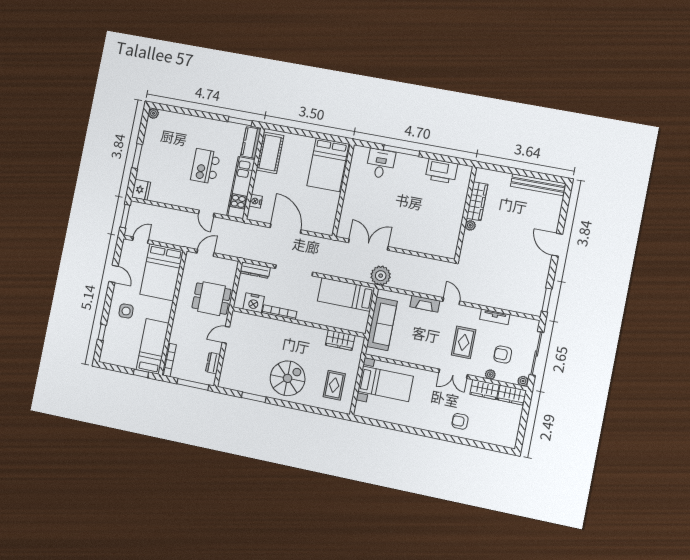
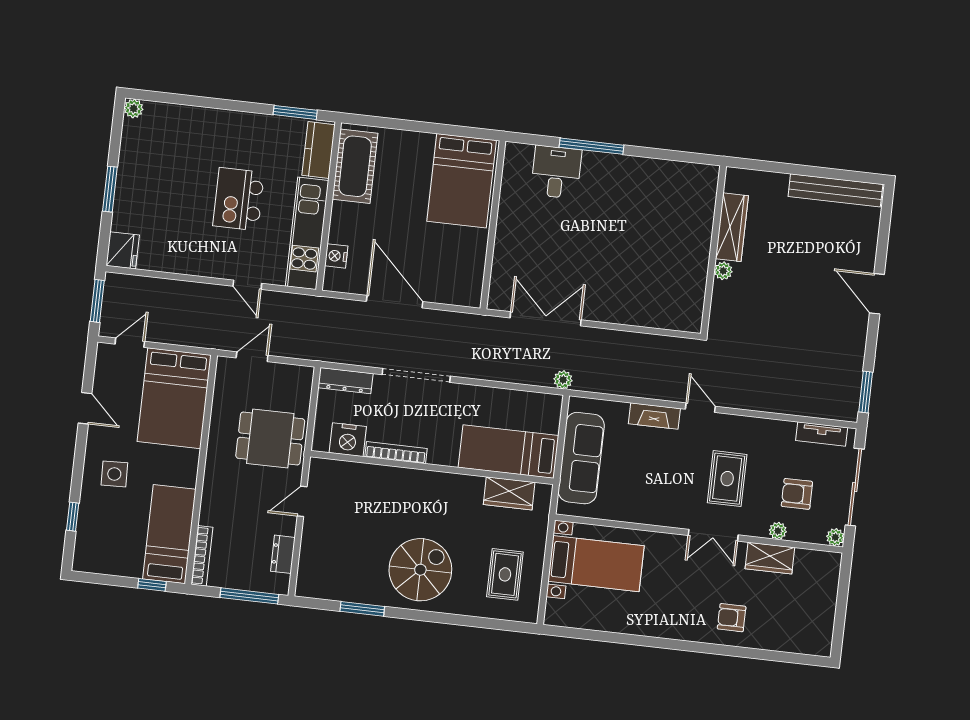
printer: (441, 171) -> (665, 178), removed
plant: (381, 276) -> (563, 380), width x0.53, depth x0.53
bed: (346, 294) -> (508, 452), moved
tv unit: (495, 317) -> (822, 434), moved
wardrobe: (512, 395) -> (818, 564), removed

